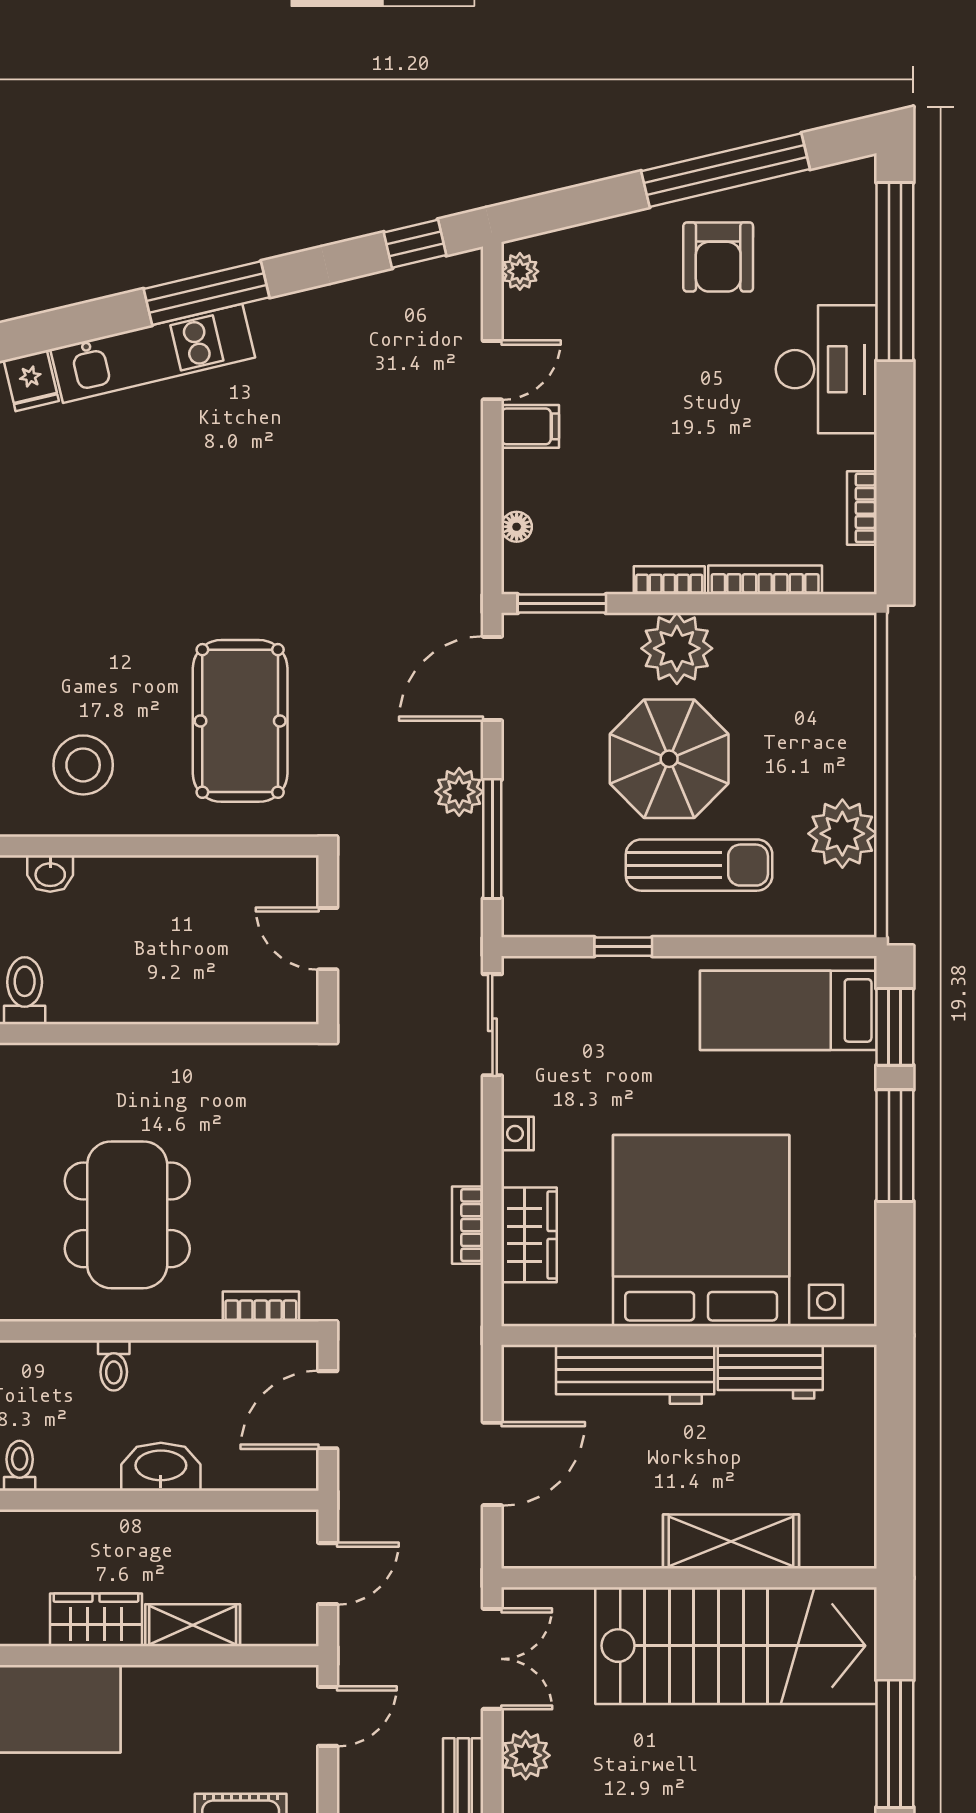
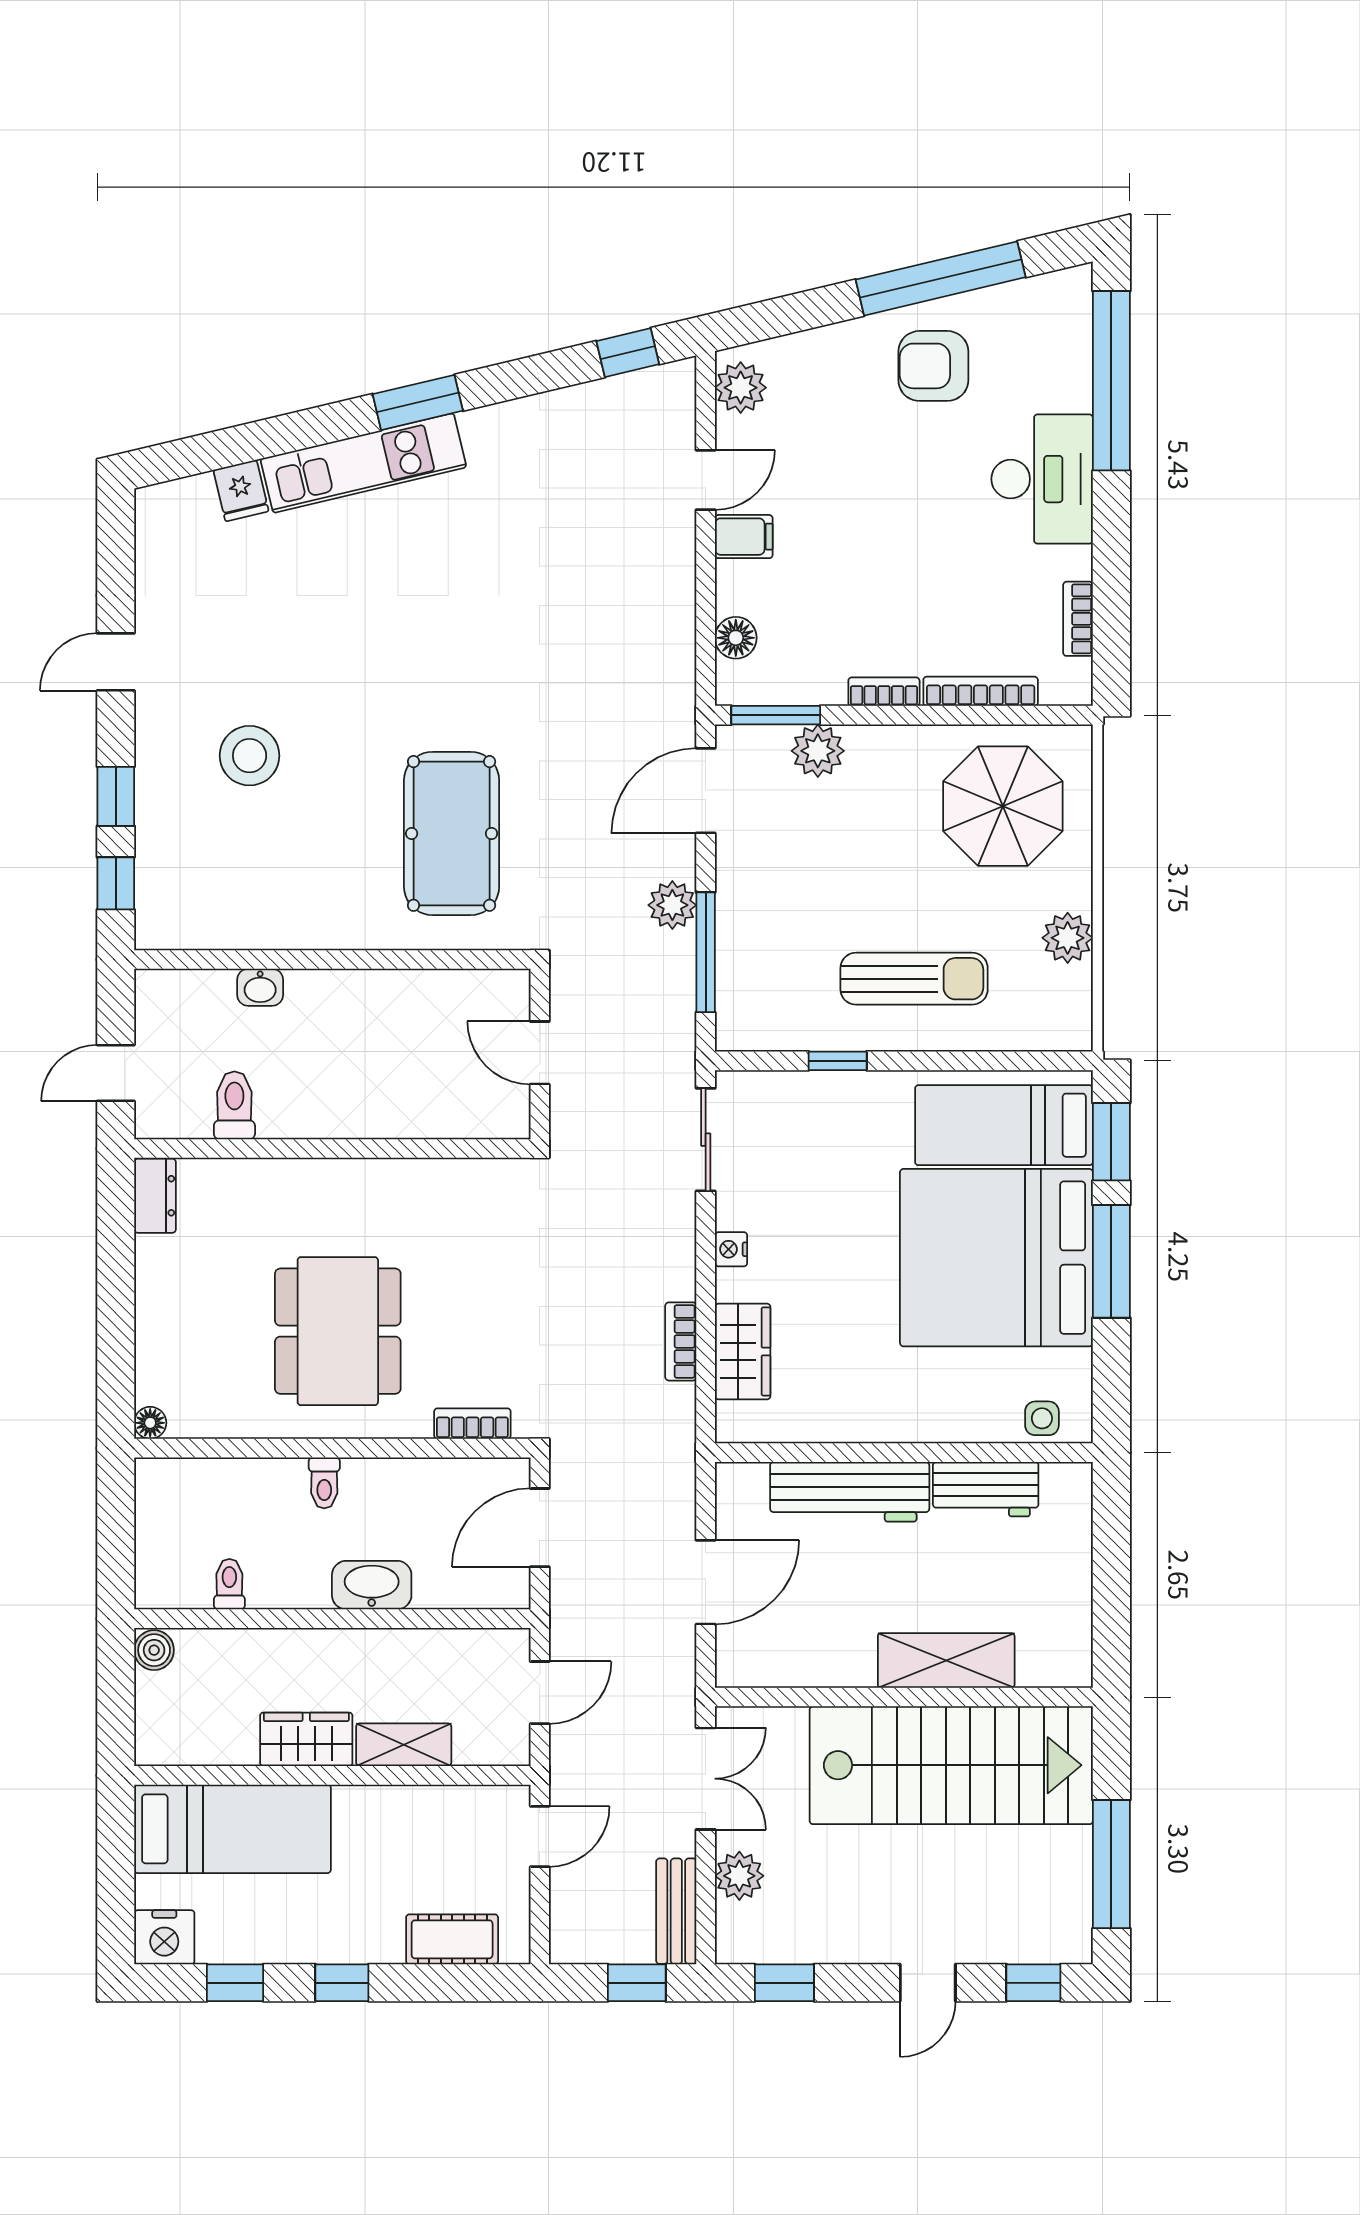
armchair: (718, 257) -> (933, 366), turned 90
plant: (520, 271) -> (741, 388), width x1.38, depth x1.38
window: (206, 293) -> (418, 402), width x0.69
floor lamp: (517, 527) -> (736, 638), width x1.37, depth x1.37
plant: (677, 648) -> (818, 751), moved, width x0.73, depth x0.73
parasol: (669, 759) -> (1003, 806), moved
stool: (83, 765) -> (250, 756), moved
plant: (842, 834) -> (1068, 938), width x0.73, depth x0.73
bed: (701, 1231) -> (996, 1258), moved, turned -90

